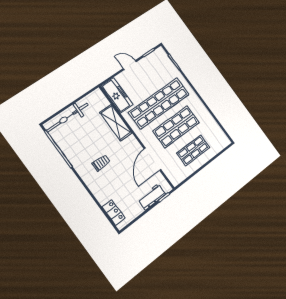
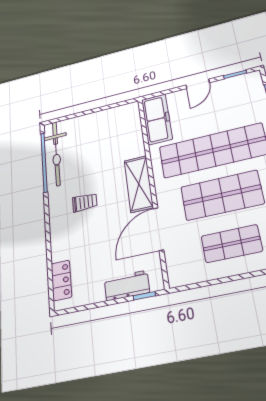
door: (130, 65) -> (198, 84), swing flipped
bicycle: (68, 117) -> (56, 153), moved, turned -90
shelving: (116, 123) -> (139, 184), moved

